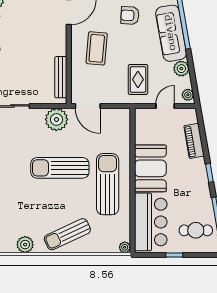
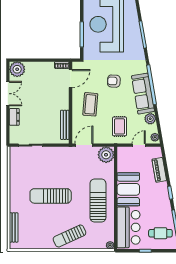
door: (88, 106) -> (84, 145), swing flipped
plant: (56, 119) -> (106, 155), moved
sun lounger: (60, 168) -> (51, 196), moved
plant: (25, 245) -> (40, 243), removed

